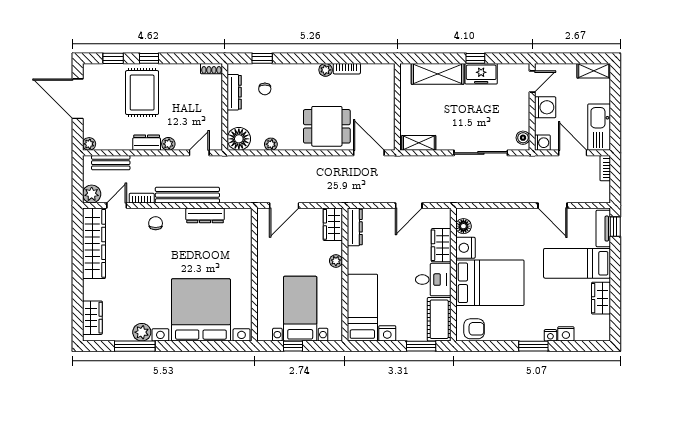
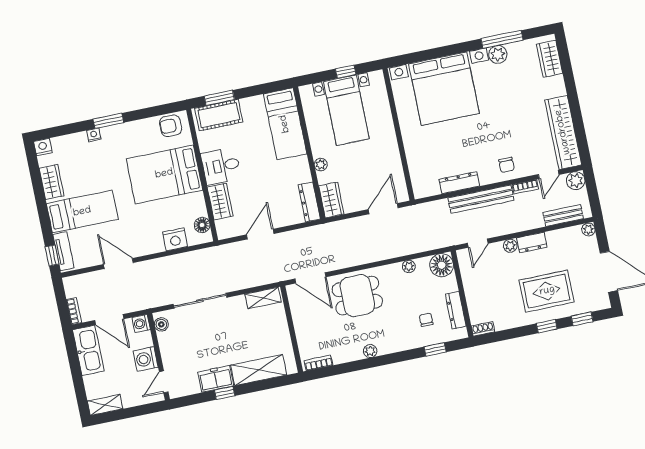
bookcase: (347, 69) -> (319, 363), moved
rug: (142, 93) -> (547, 291), turned 90
nightstand: (465, 248) -> (175, 239), moved, turned 90
cot: (439, 319) -> (219, 115), moved, turned 90
nightstand: (387, 333) -> (255, 104), removed
nightstand: (566, 334) -> (43, 147), moved

